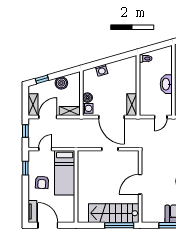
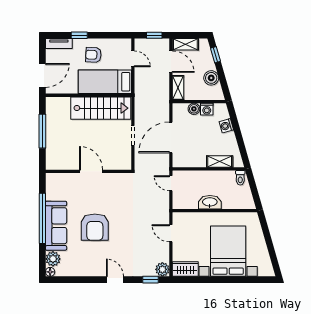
shelving: (132, 105) -> (220, 161), moved
washing machine: (88, 108) -> (207, 109), moved
door: (161, 117) -> (171, 183), moved
window: (25, 168) -> (79, 35), moved
stairs: (114, 213) -> (101, 108), moved, turned 90
door: (48, 225) -> (42, 75), moved
window: (119, 225) -> (42, 131), moved

